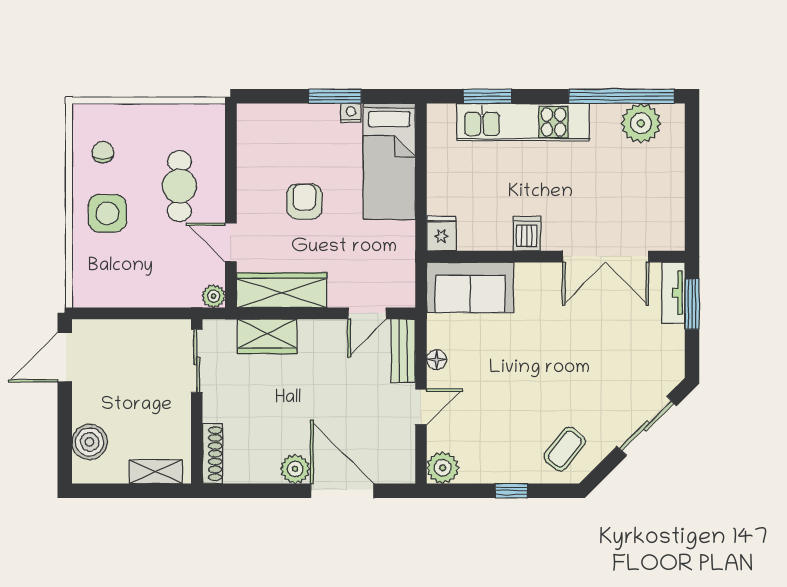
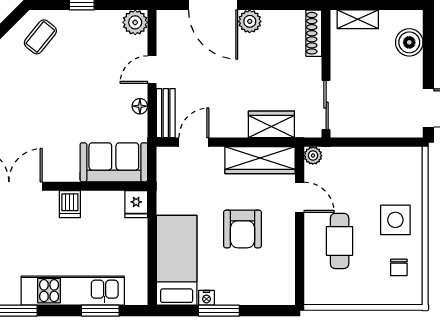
armchair: (304, 201) -> (242, 229), width x1.38, depth x1.38

